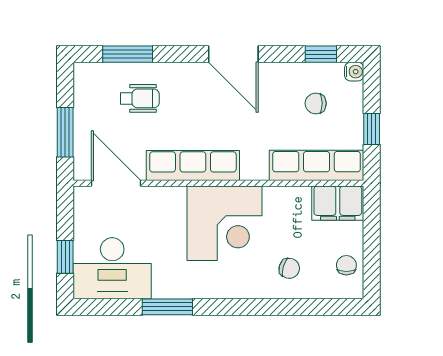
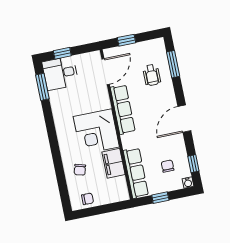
window: (65, 132) -> (126, 40), width x0.67
filing cabinet: (338, 203) -> (114, 163), moved
desk: (112, 268) -> (60, 73), width x0.73
window: (167, 307) -> (42, 87), moved

